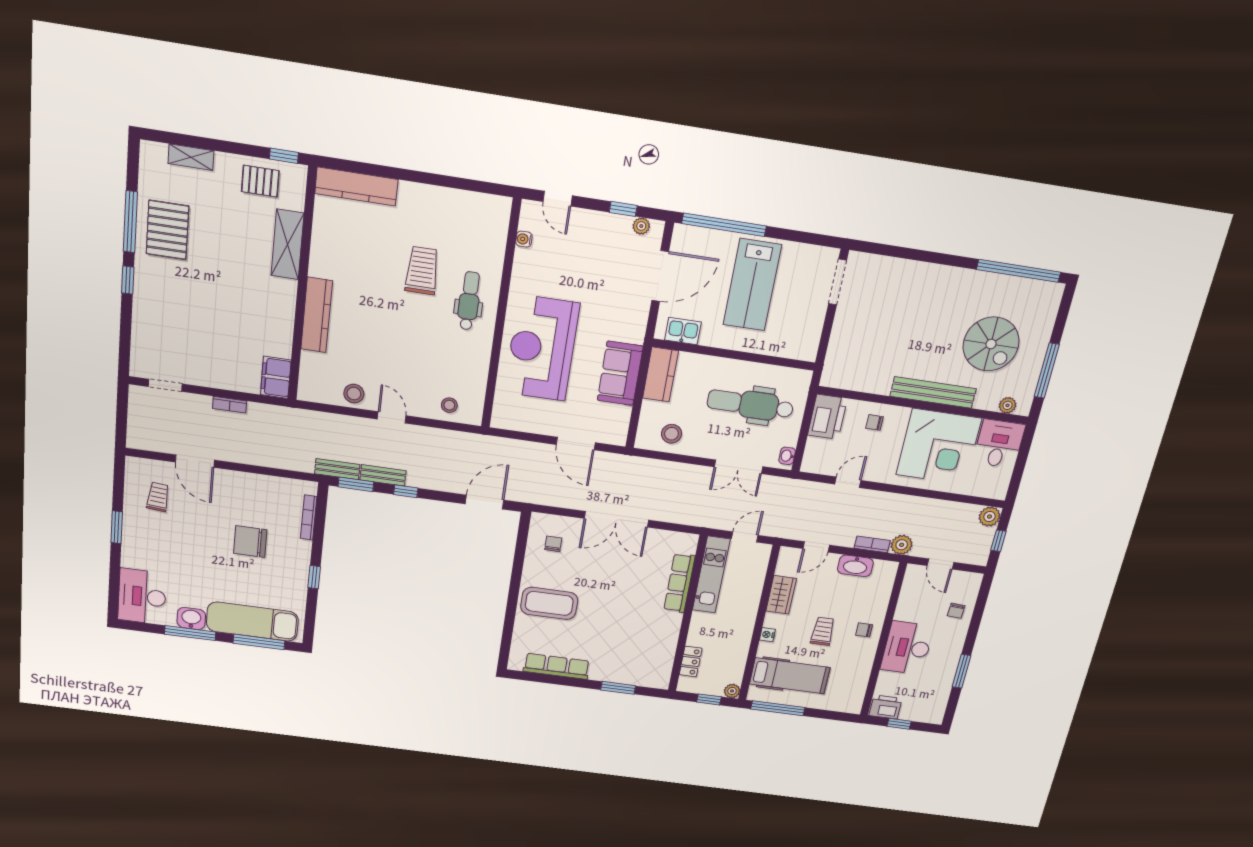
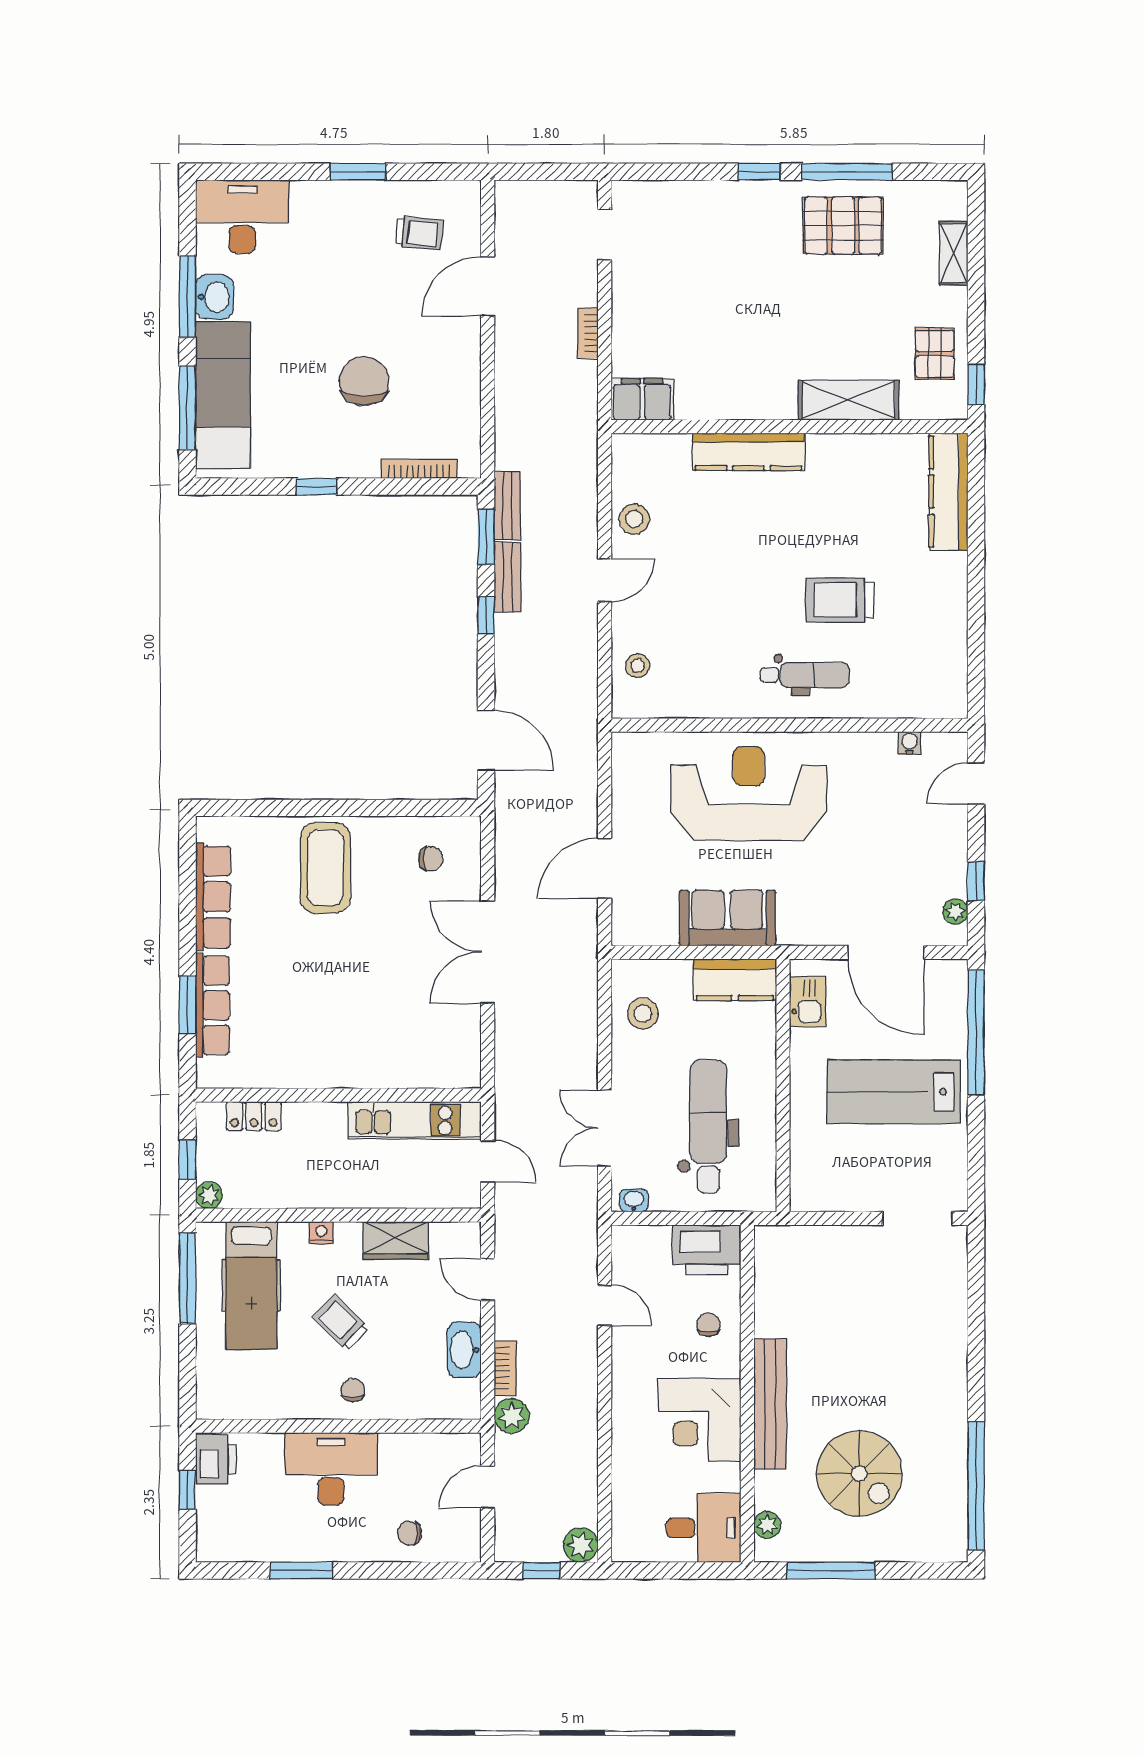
trolley: (422, 271) -> (840, 600), turned 180
spiral stairs: (991, 344) -> (859, 1474), turned -90
corner desk: (939, 447) -> (700, 1420), width x0.74, depth x0.74
row of seats: (679, 583) -> (212, 1005), moved, turned 90
trolley: (823, 631) -> (341, 1323), turned -136

